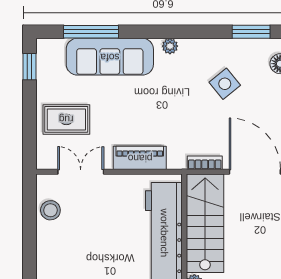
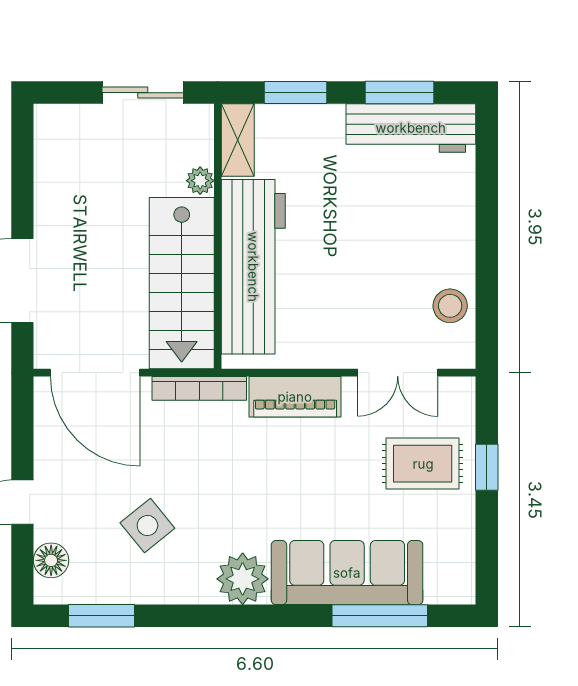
plant: (170, 46) -> (243, 579), width x1.87, depth x1.87
window: (29, 67) -> (487, 467), moved
bookcase: (205, 163) -> (199, 388), width x1.56

